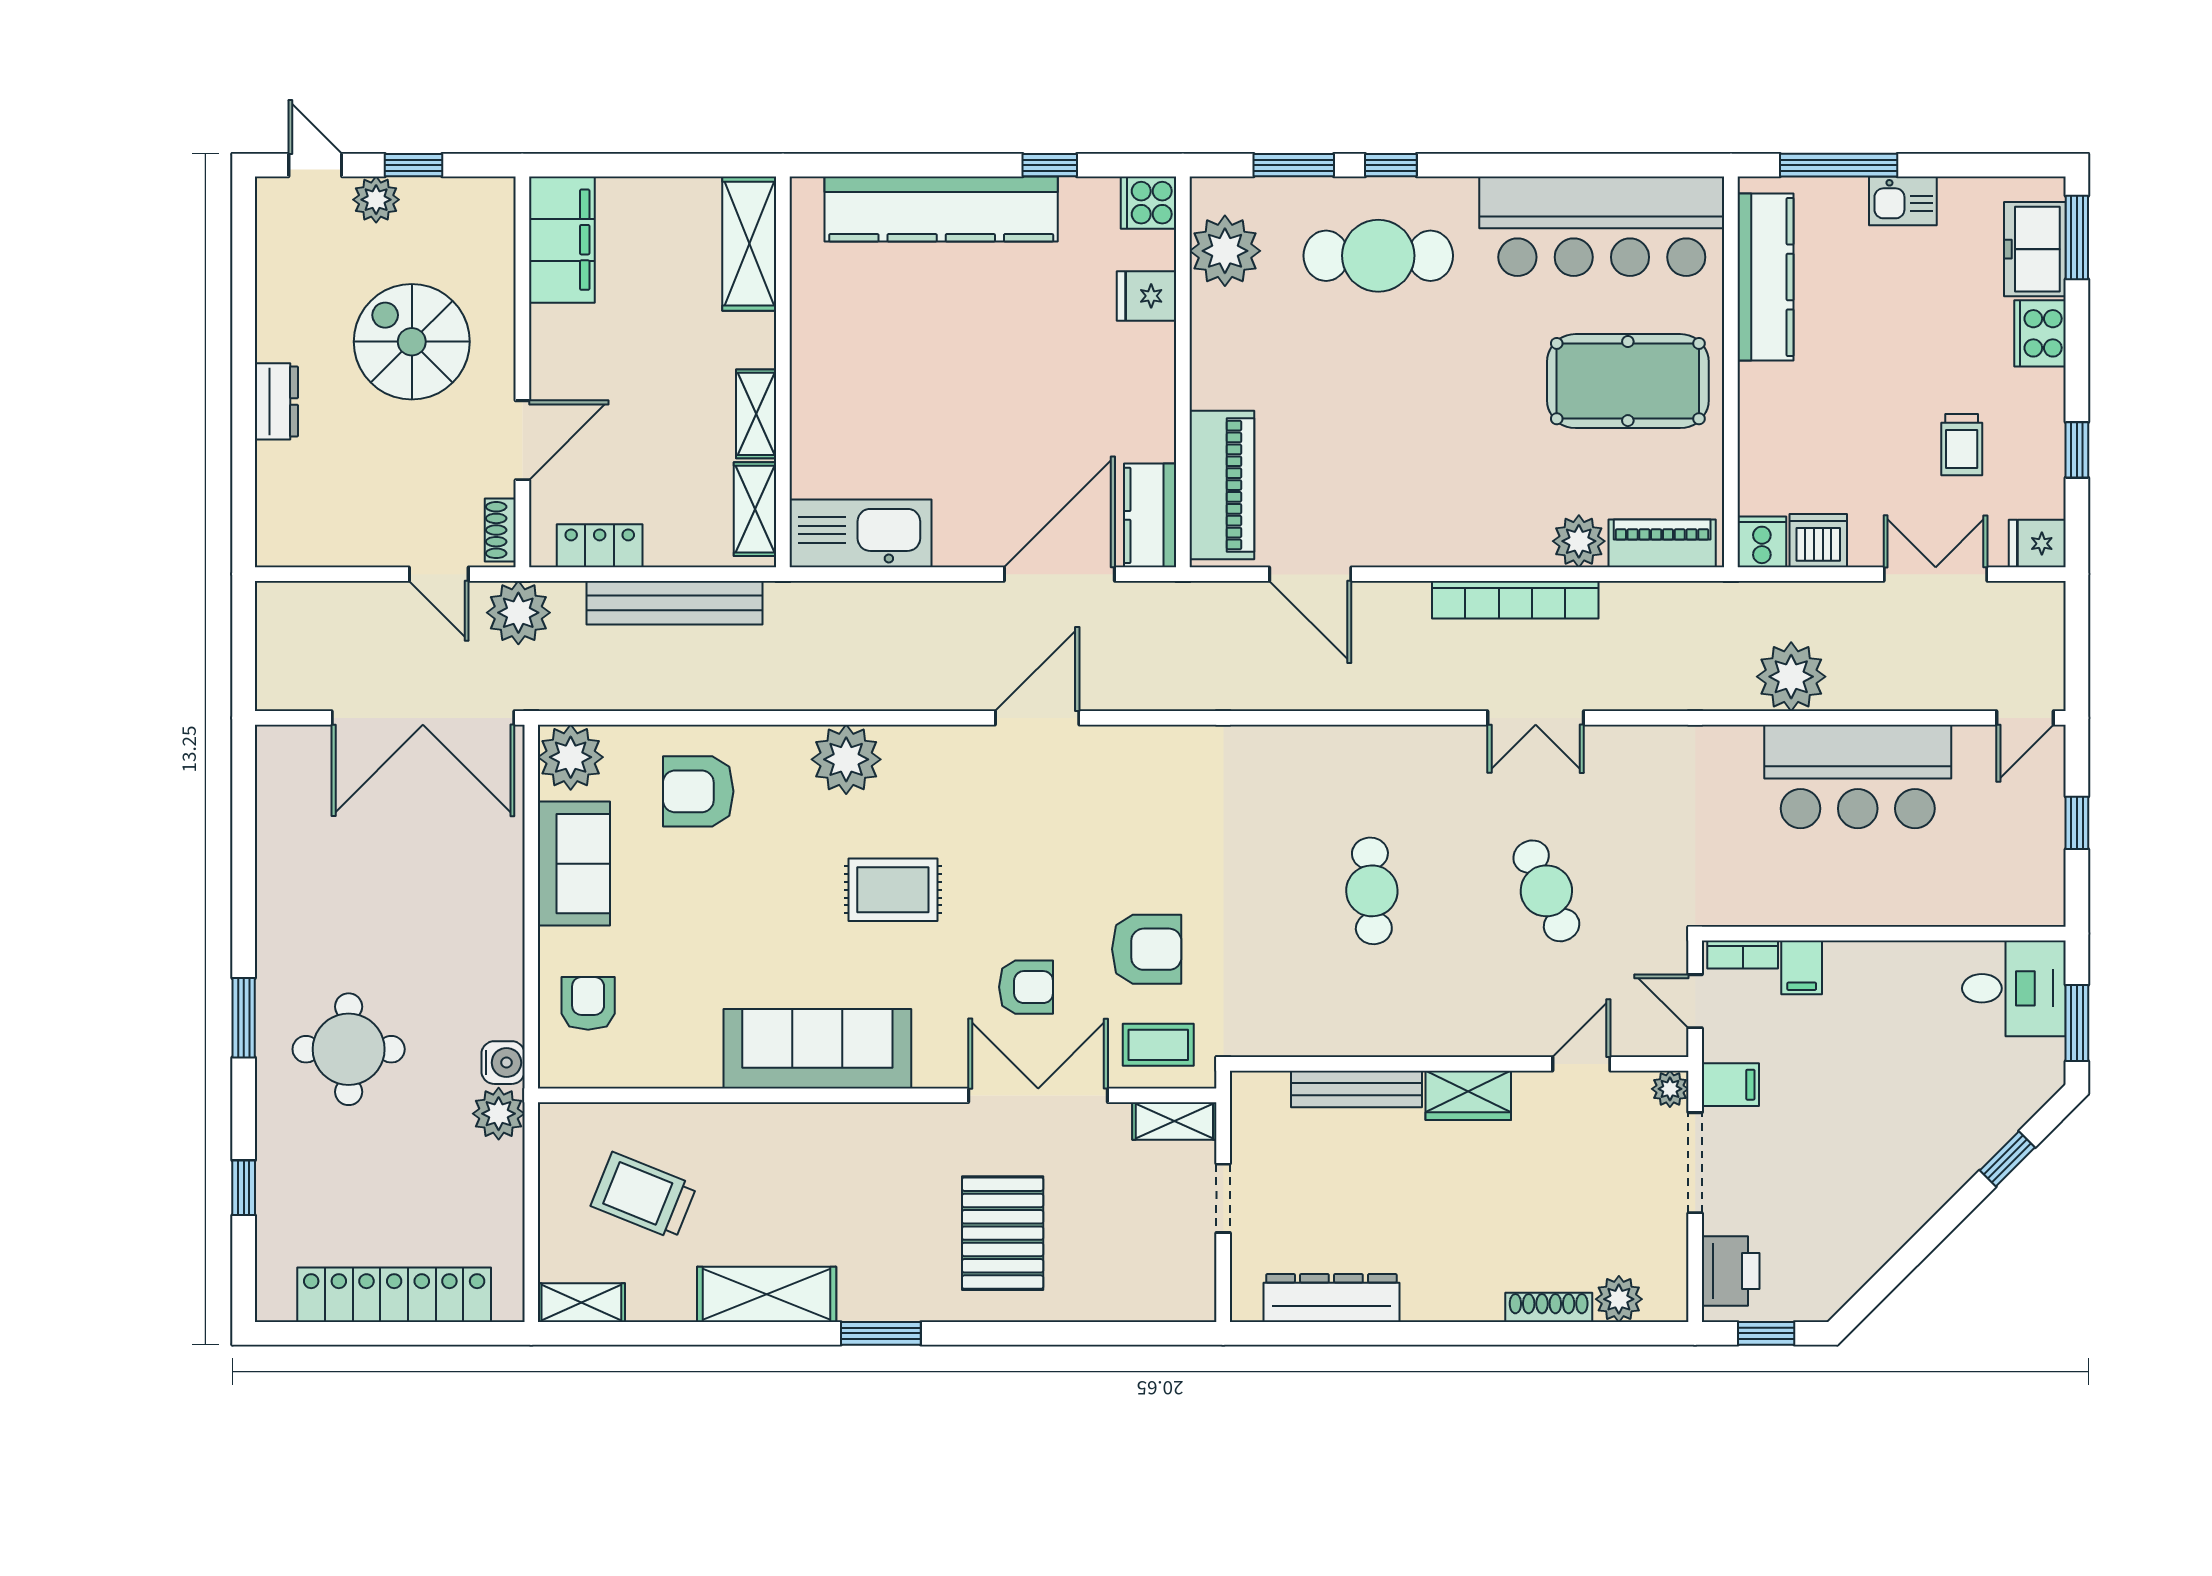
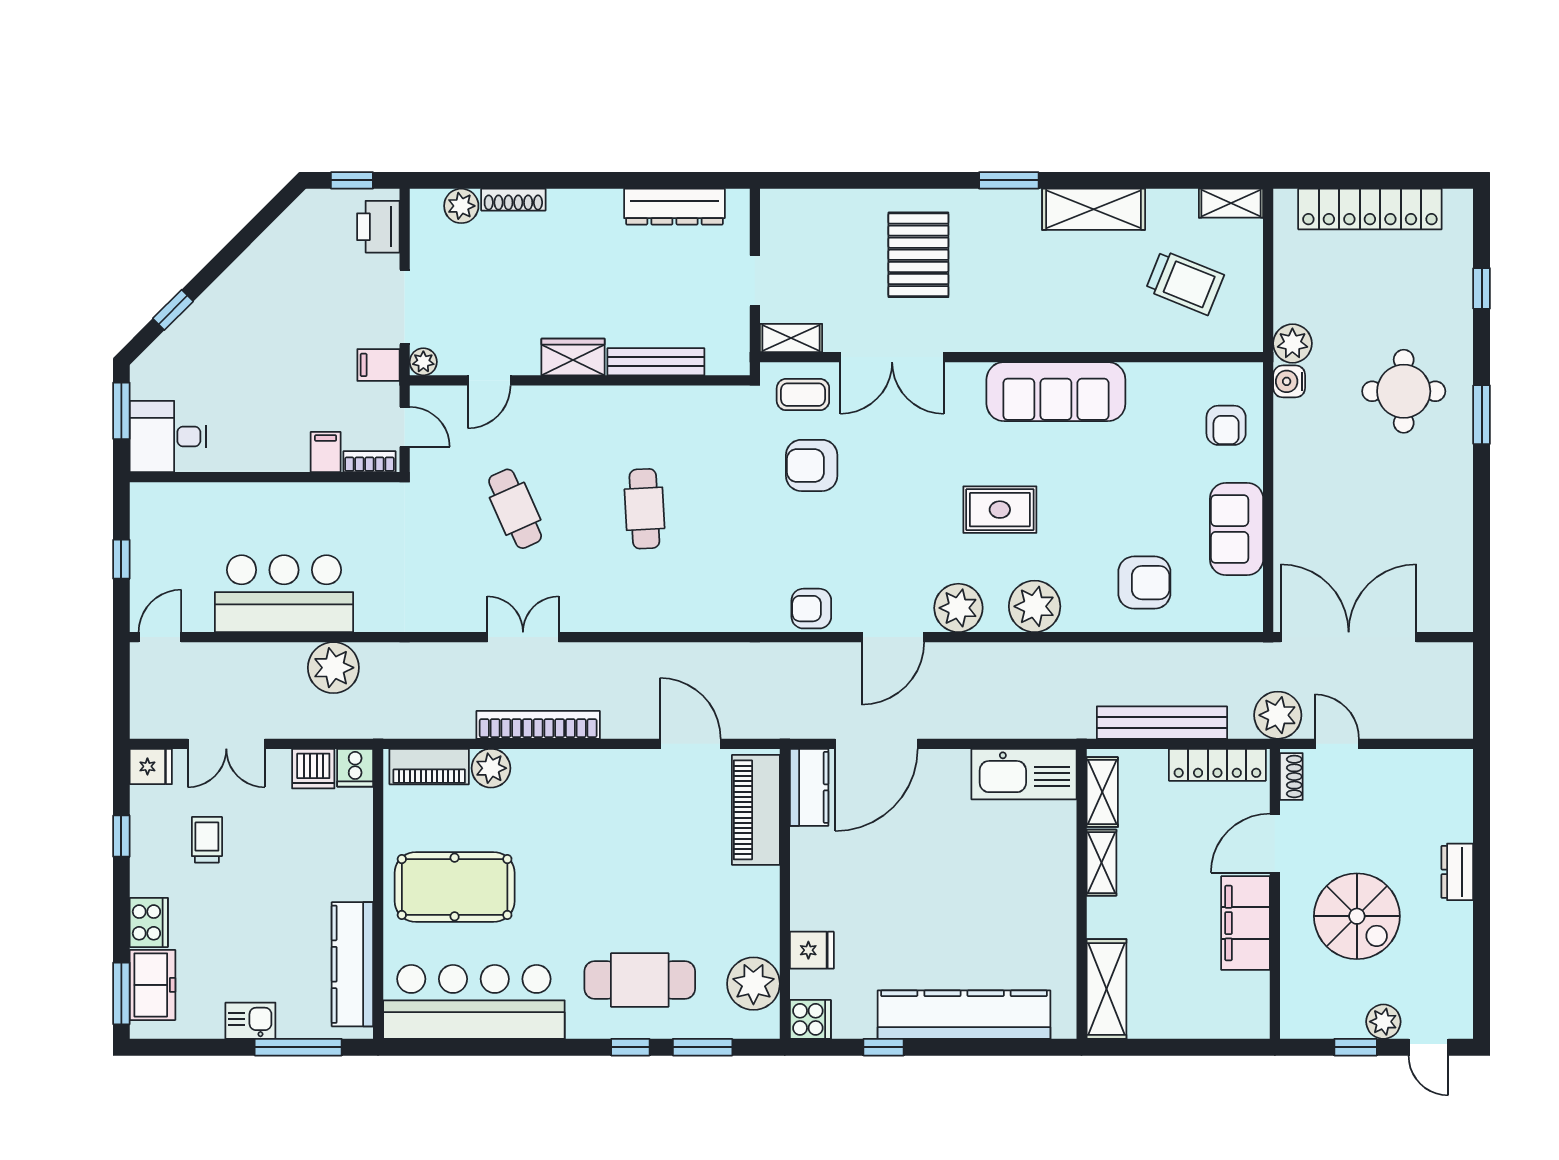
filing cabinet: (562, 240) -> (1246, 923), moved
locker: (600, 546) -> (1217, 765), width x1.53
plant: (571, 757) -> (958, 608), moved
armchair: (1026, 987) -> (811, 609), moved

